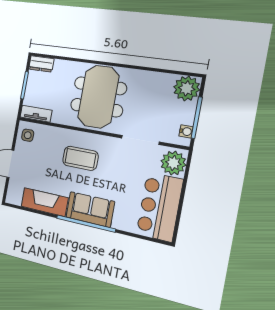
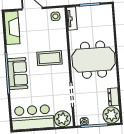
dresser: (41, 64) -> (113, 97), moved
coffee table: (80, 158) -> (49, 58), turned 90
fireplace: (44, 202) -> (12, 28), moved

